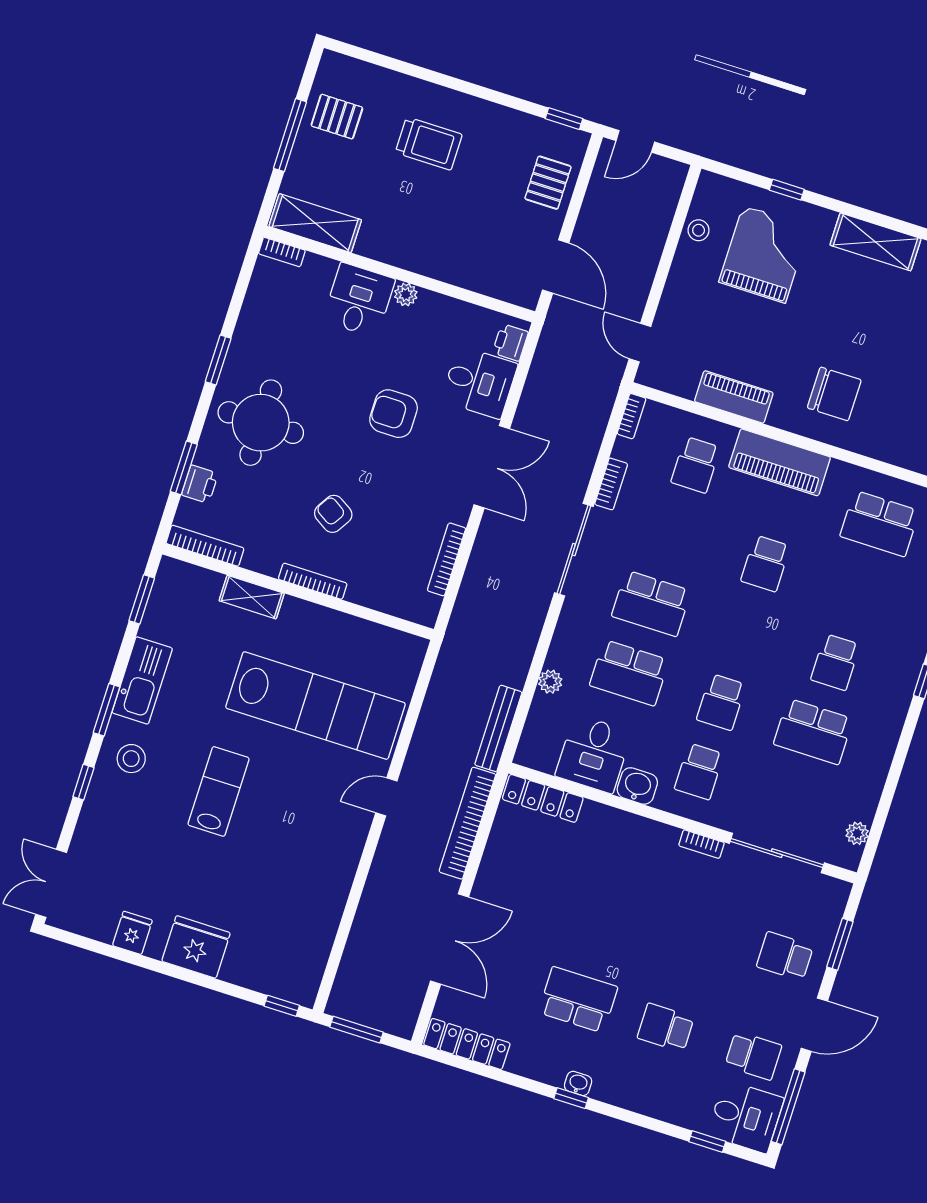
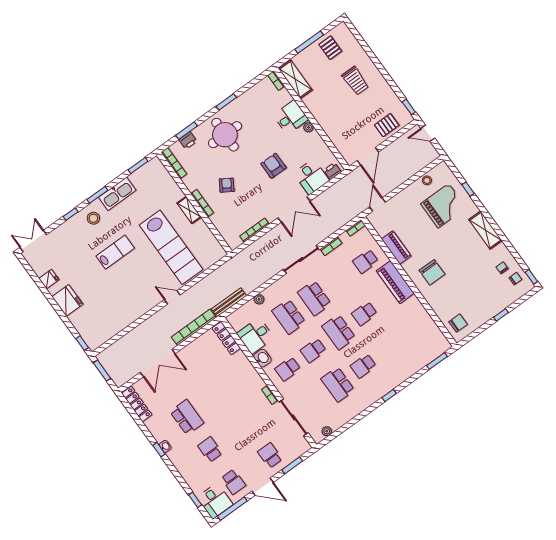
school desk: (880, 523) -> (339, 332), moved
shelving: (252, 597) -> (189, 210), moved

